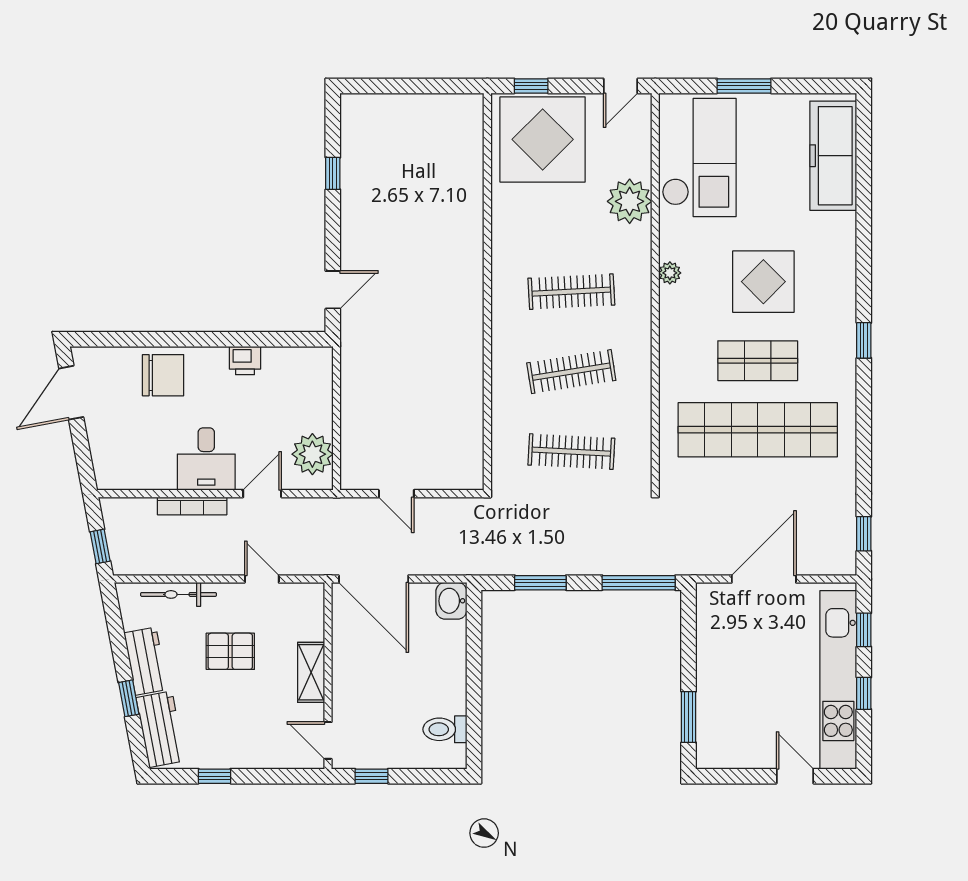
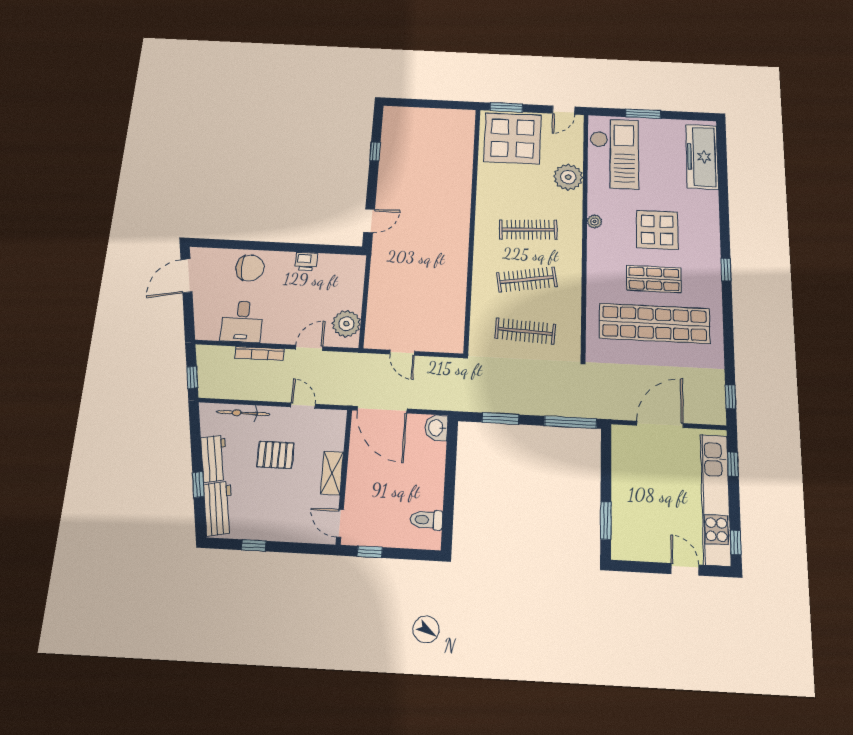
window: (531, 86) -> (506, 107), width x1.50
desk: (206, 459) -> (242, 322), moved
window: (864, 693) -> (736, 543), moved

